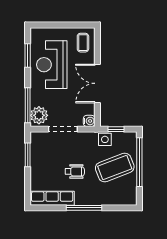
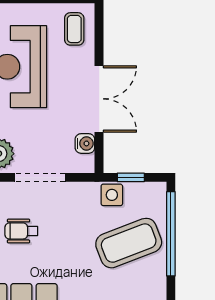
double door: (97, 83) -> (99, 99), swing flipped
water cooler: (89, 121) -> (85, 143), moved
wheelchair: (75, 171) -> (21, 231), moved, turned 180

